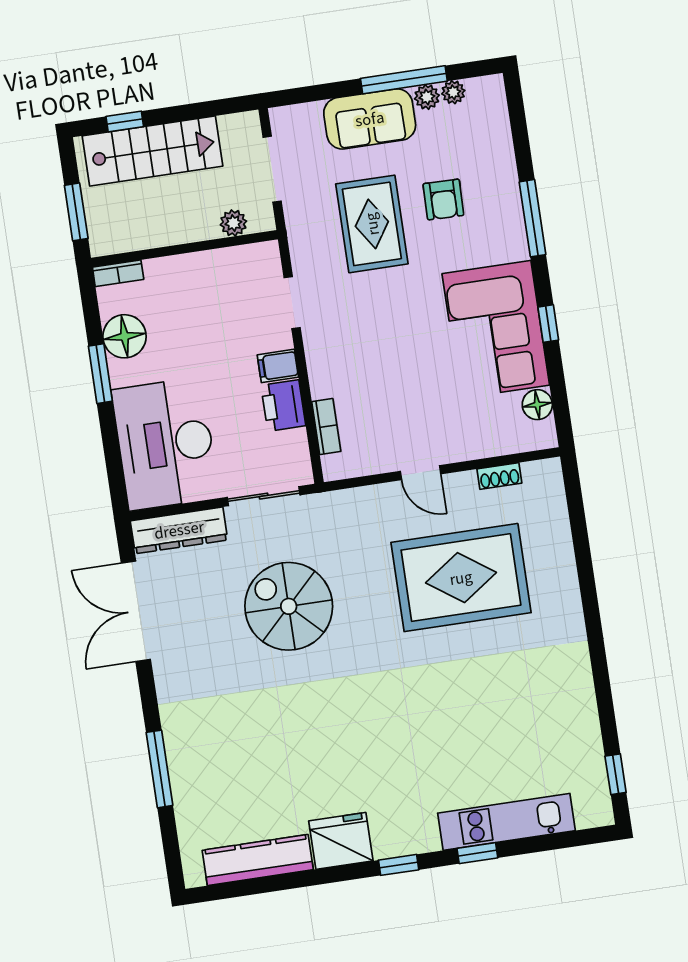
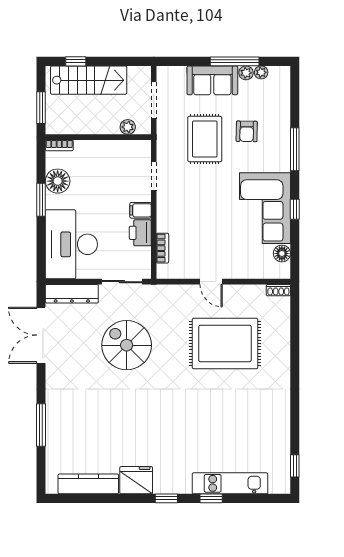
shoe rack: (499, 476) -> (278, 290), moved

